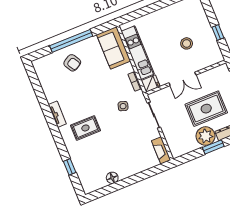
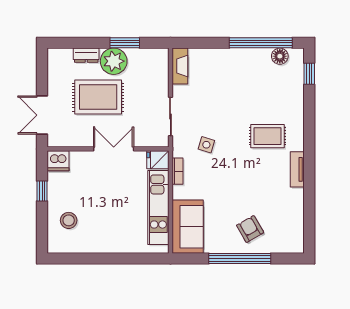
stool: (187, 43) -> (69, 220), moved
dishwasher: (215, 56) -> (58, 161), added
window: (213, 147) -> (125, 43), moved
window: (70, 167) -> (309, 74), moved
floor lamp: (112, 178) -> (280, 56), moved
window: (115, 187) -> (261, 43), added

